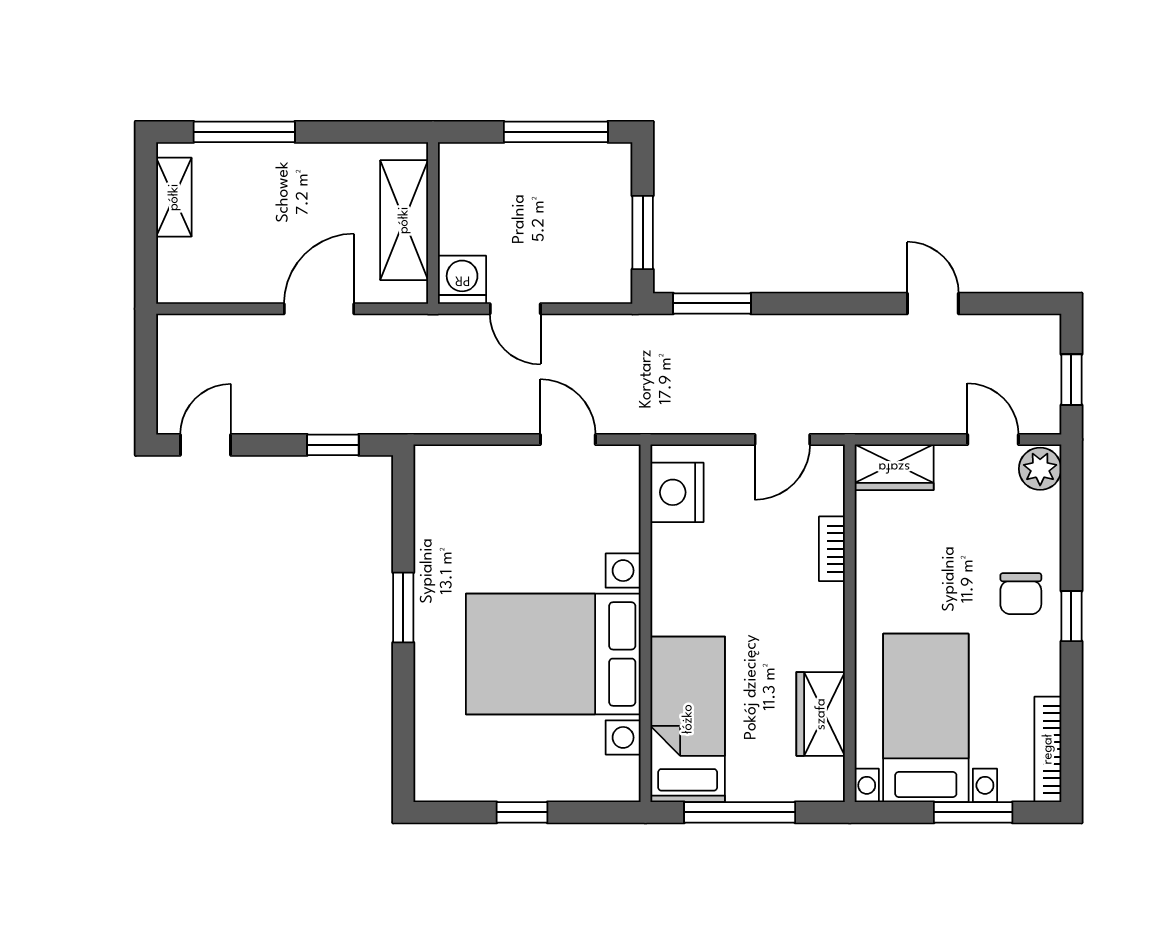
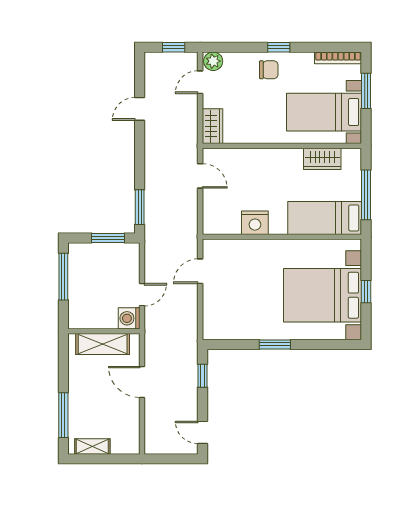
nightstand: (677, 492) -> (255, 223), moved
bookcase: (832, 549) -> (249, 154), removed
bed with nightstands: (553, 654) -> (323, 295), moved, turned 90

